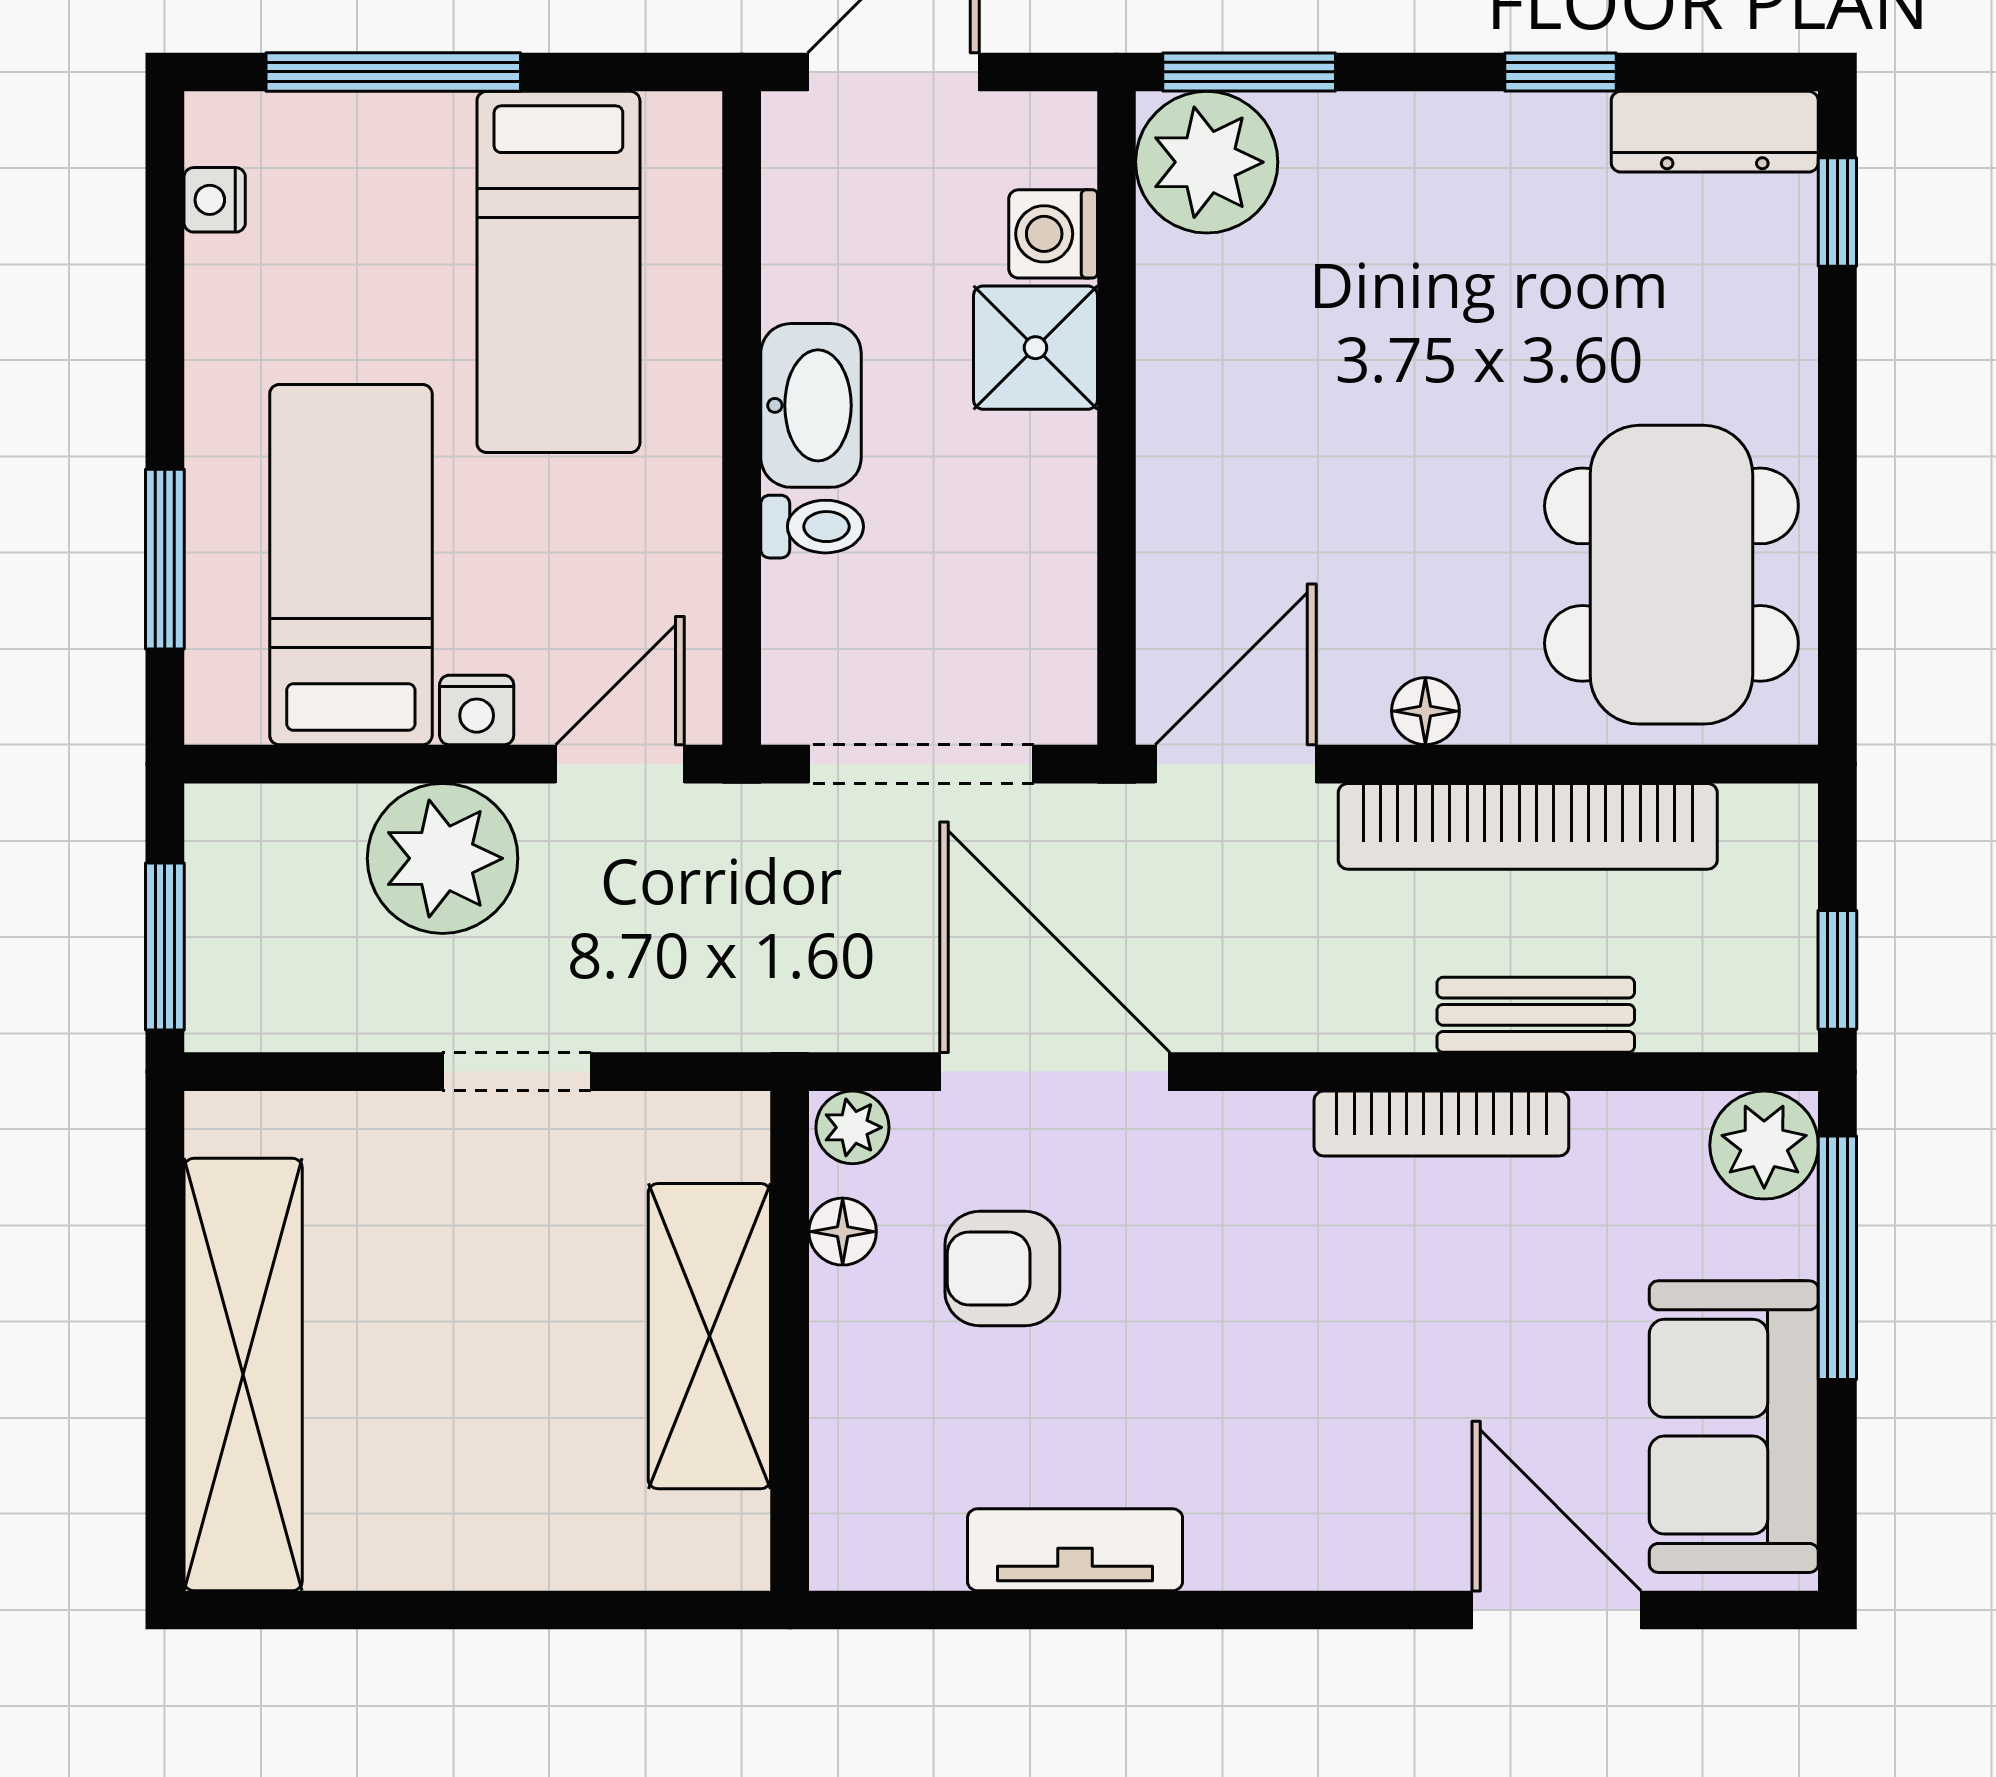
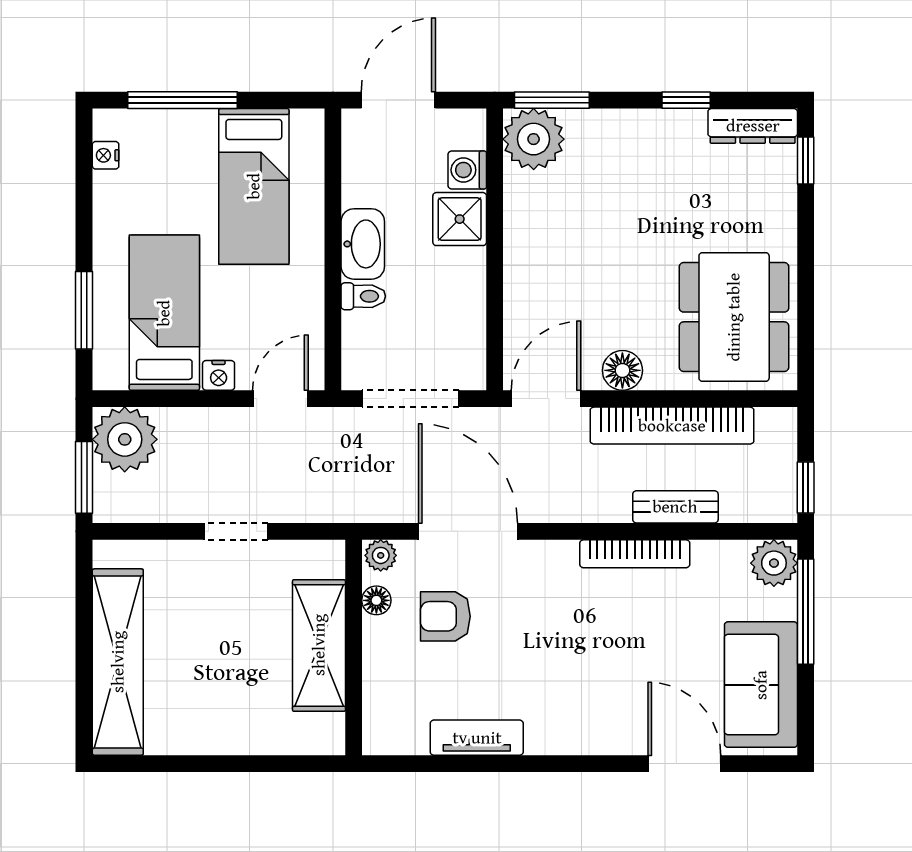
floor lamp: (1425, 711) -> (622, 370), width x1.37, depth x1.37
plant: (443, 858) -> (125, 439), moved

